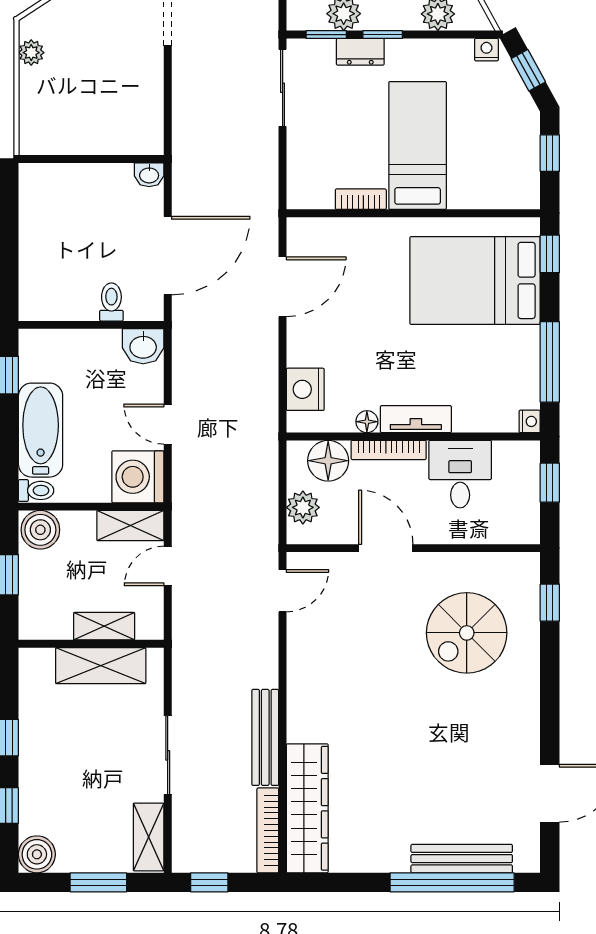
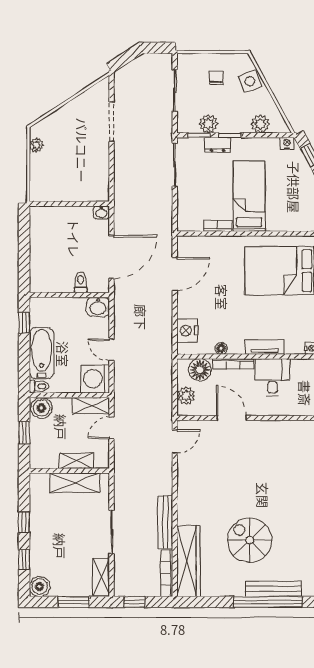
tv unit: (416, 419) -> (265, 347), moved
spiral stairs: (467, 633) -> (250, 540), moved, turned 90

